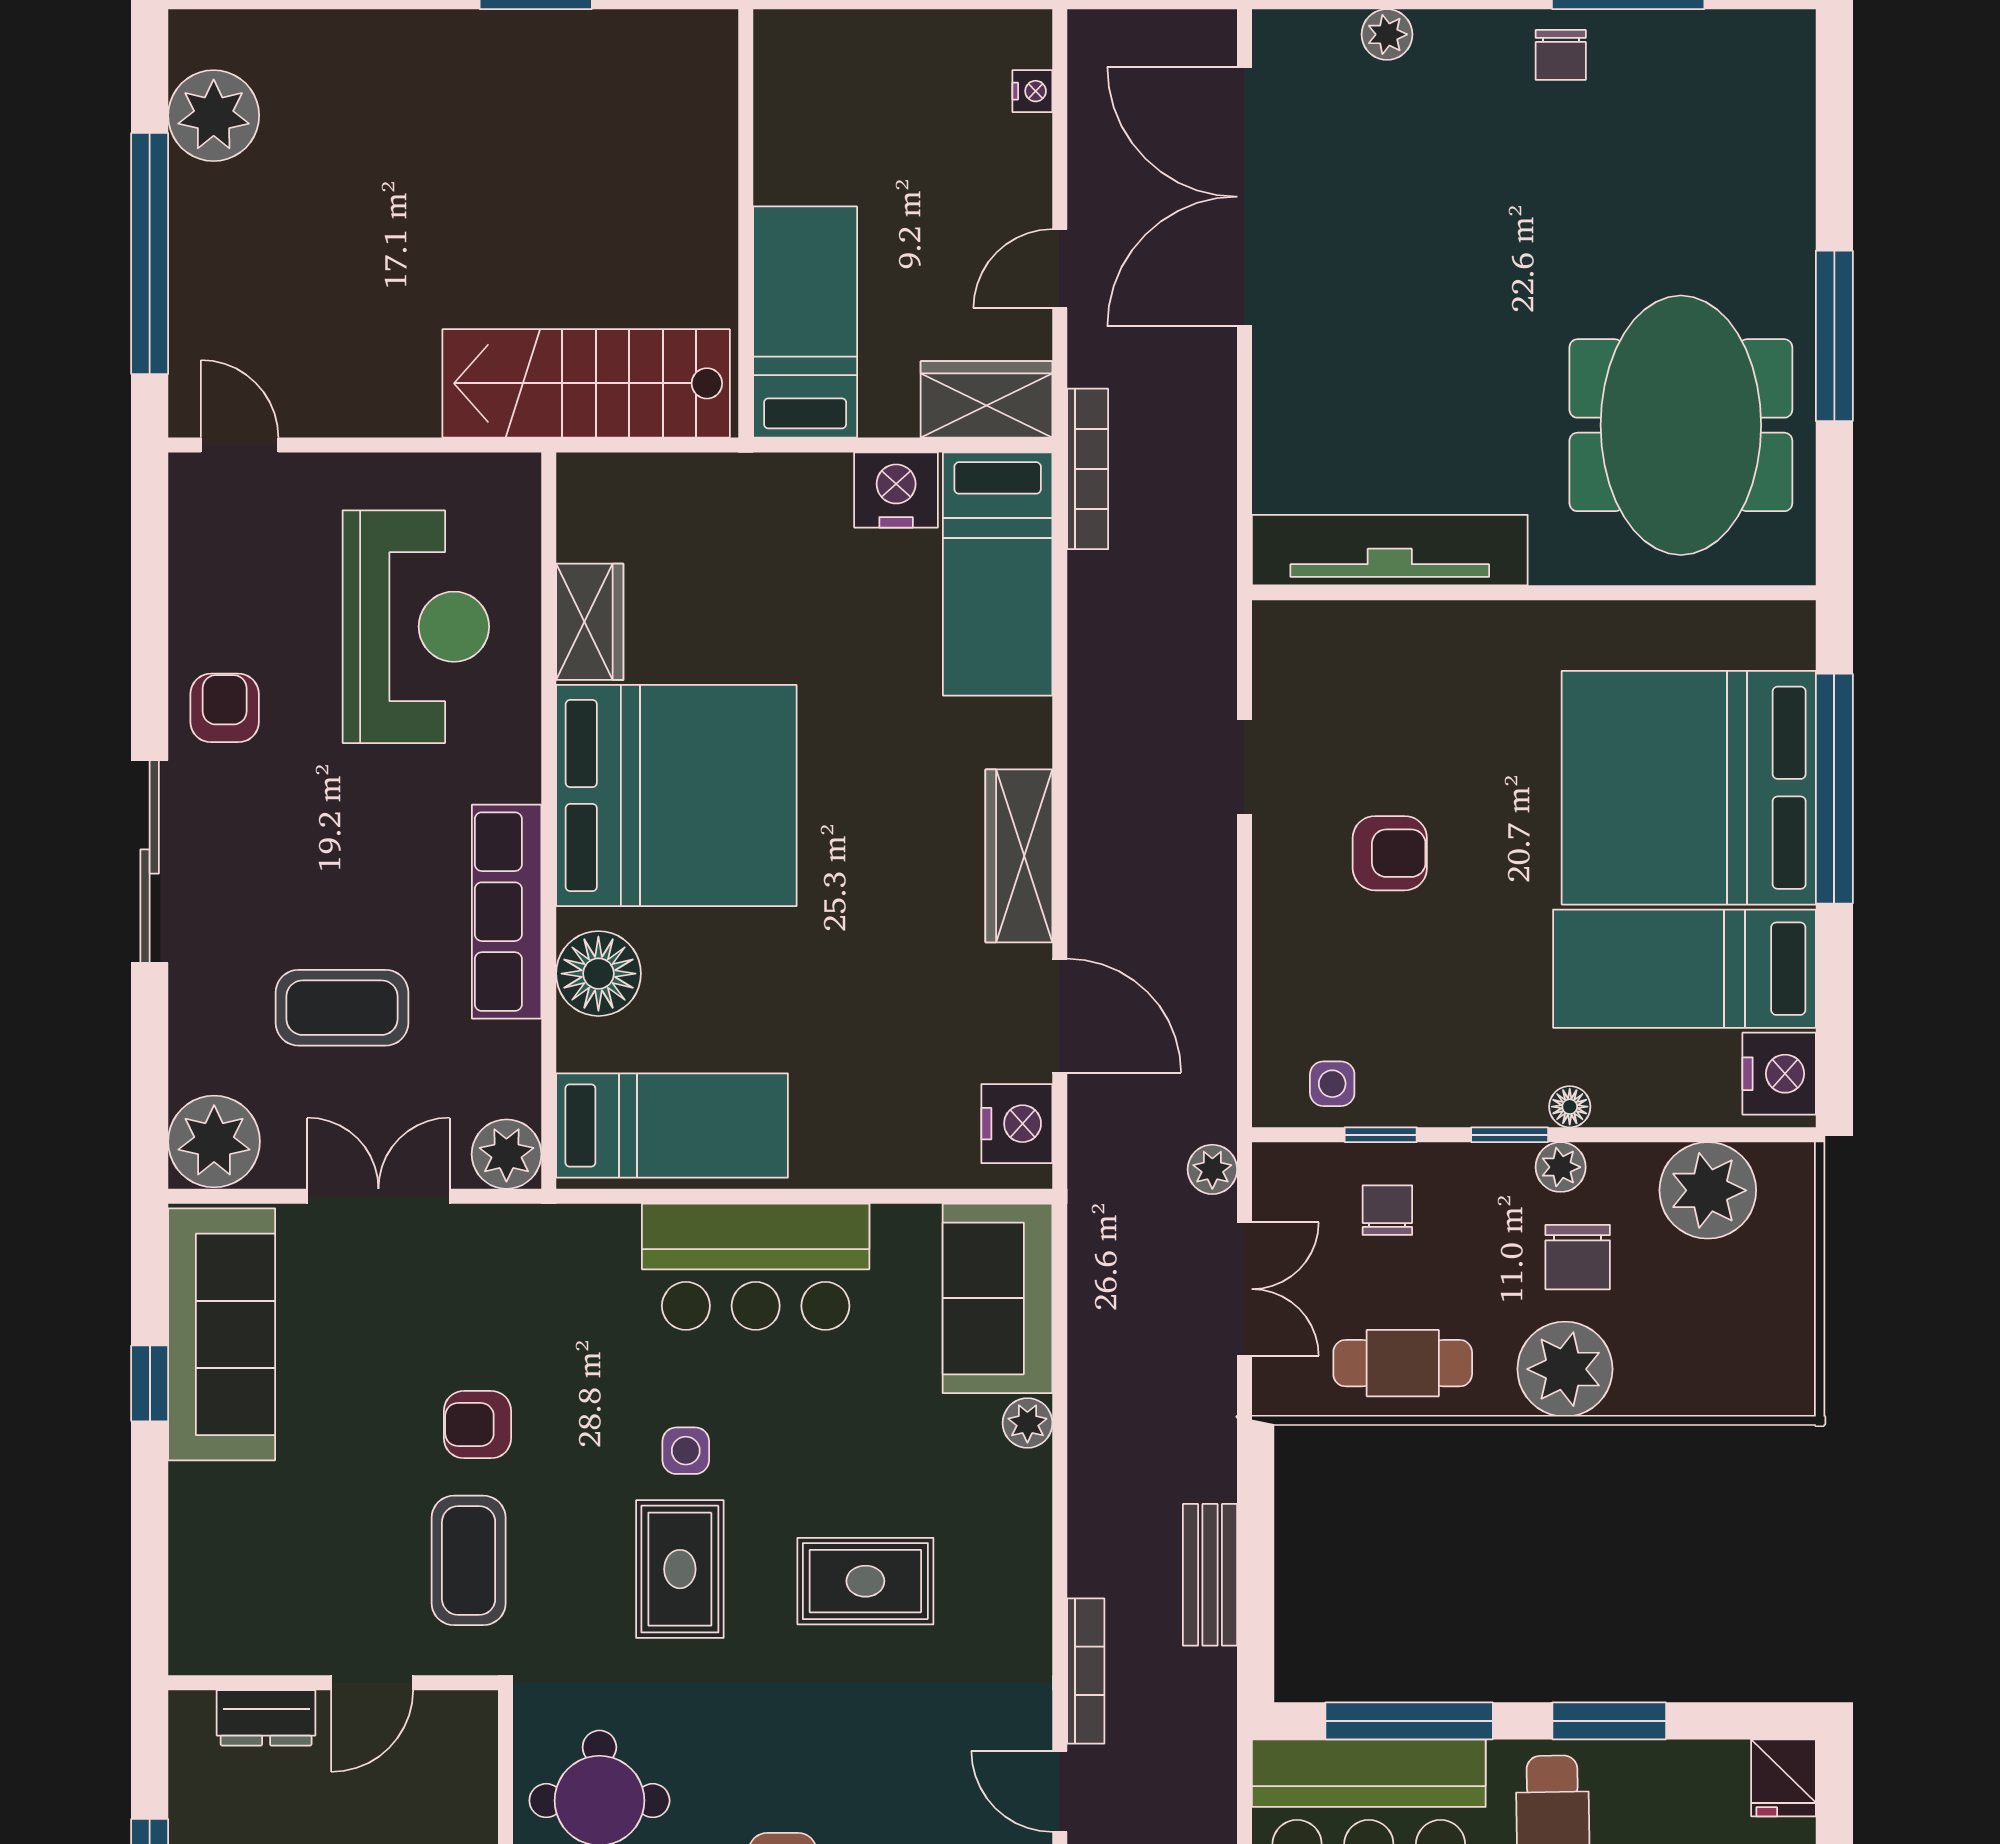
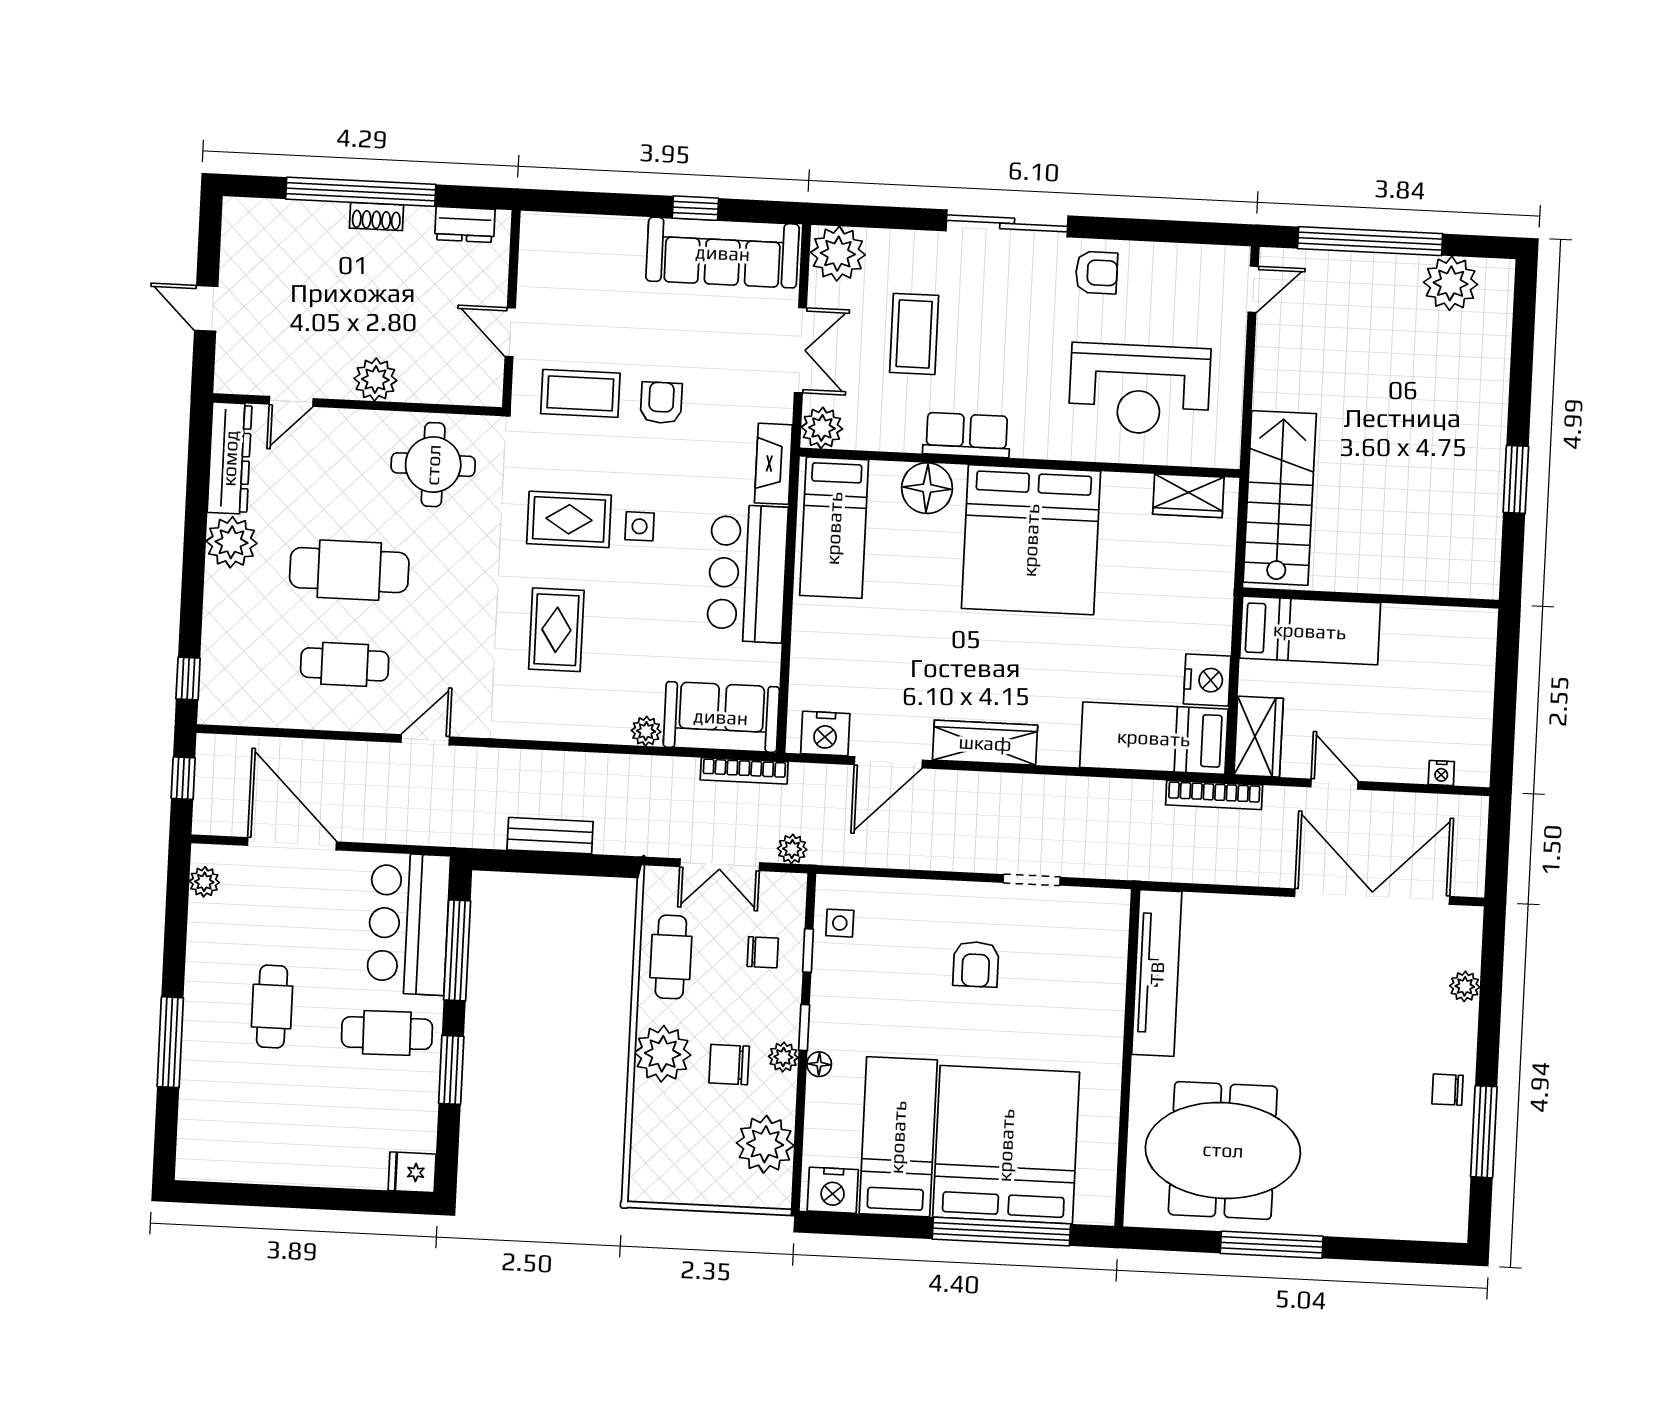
wardrobe: (590, 622) -> (1188, 496), moved
row of seats: (507, 912) -> (967, 435), width x0.68
fireplace: (570, 1232) -> (773, 464), added
bookcase: (1086, 1671) -> (744, 771), moved
dresser: (266, 1718) -> (465, 225), moved, turned -90

